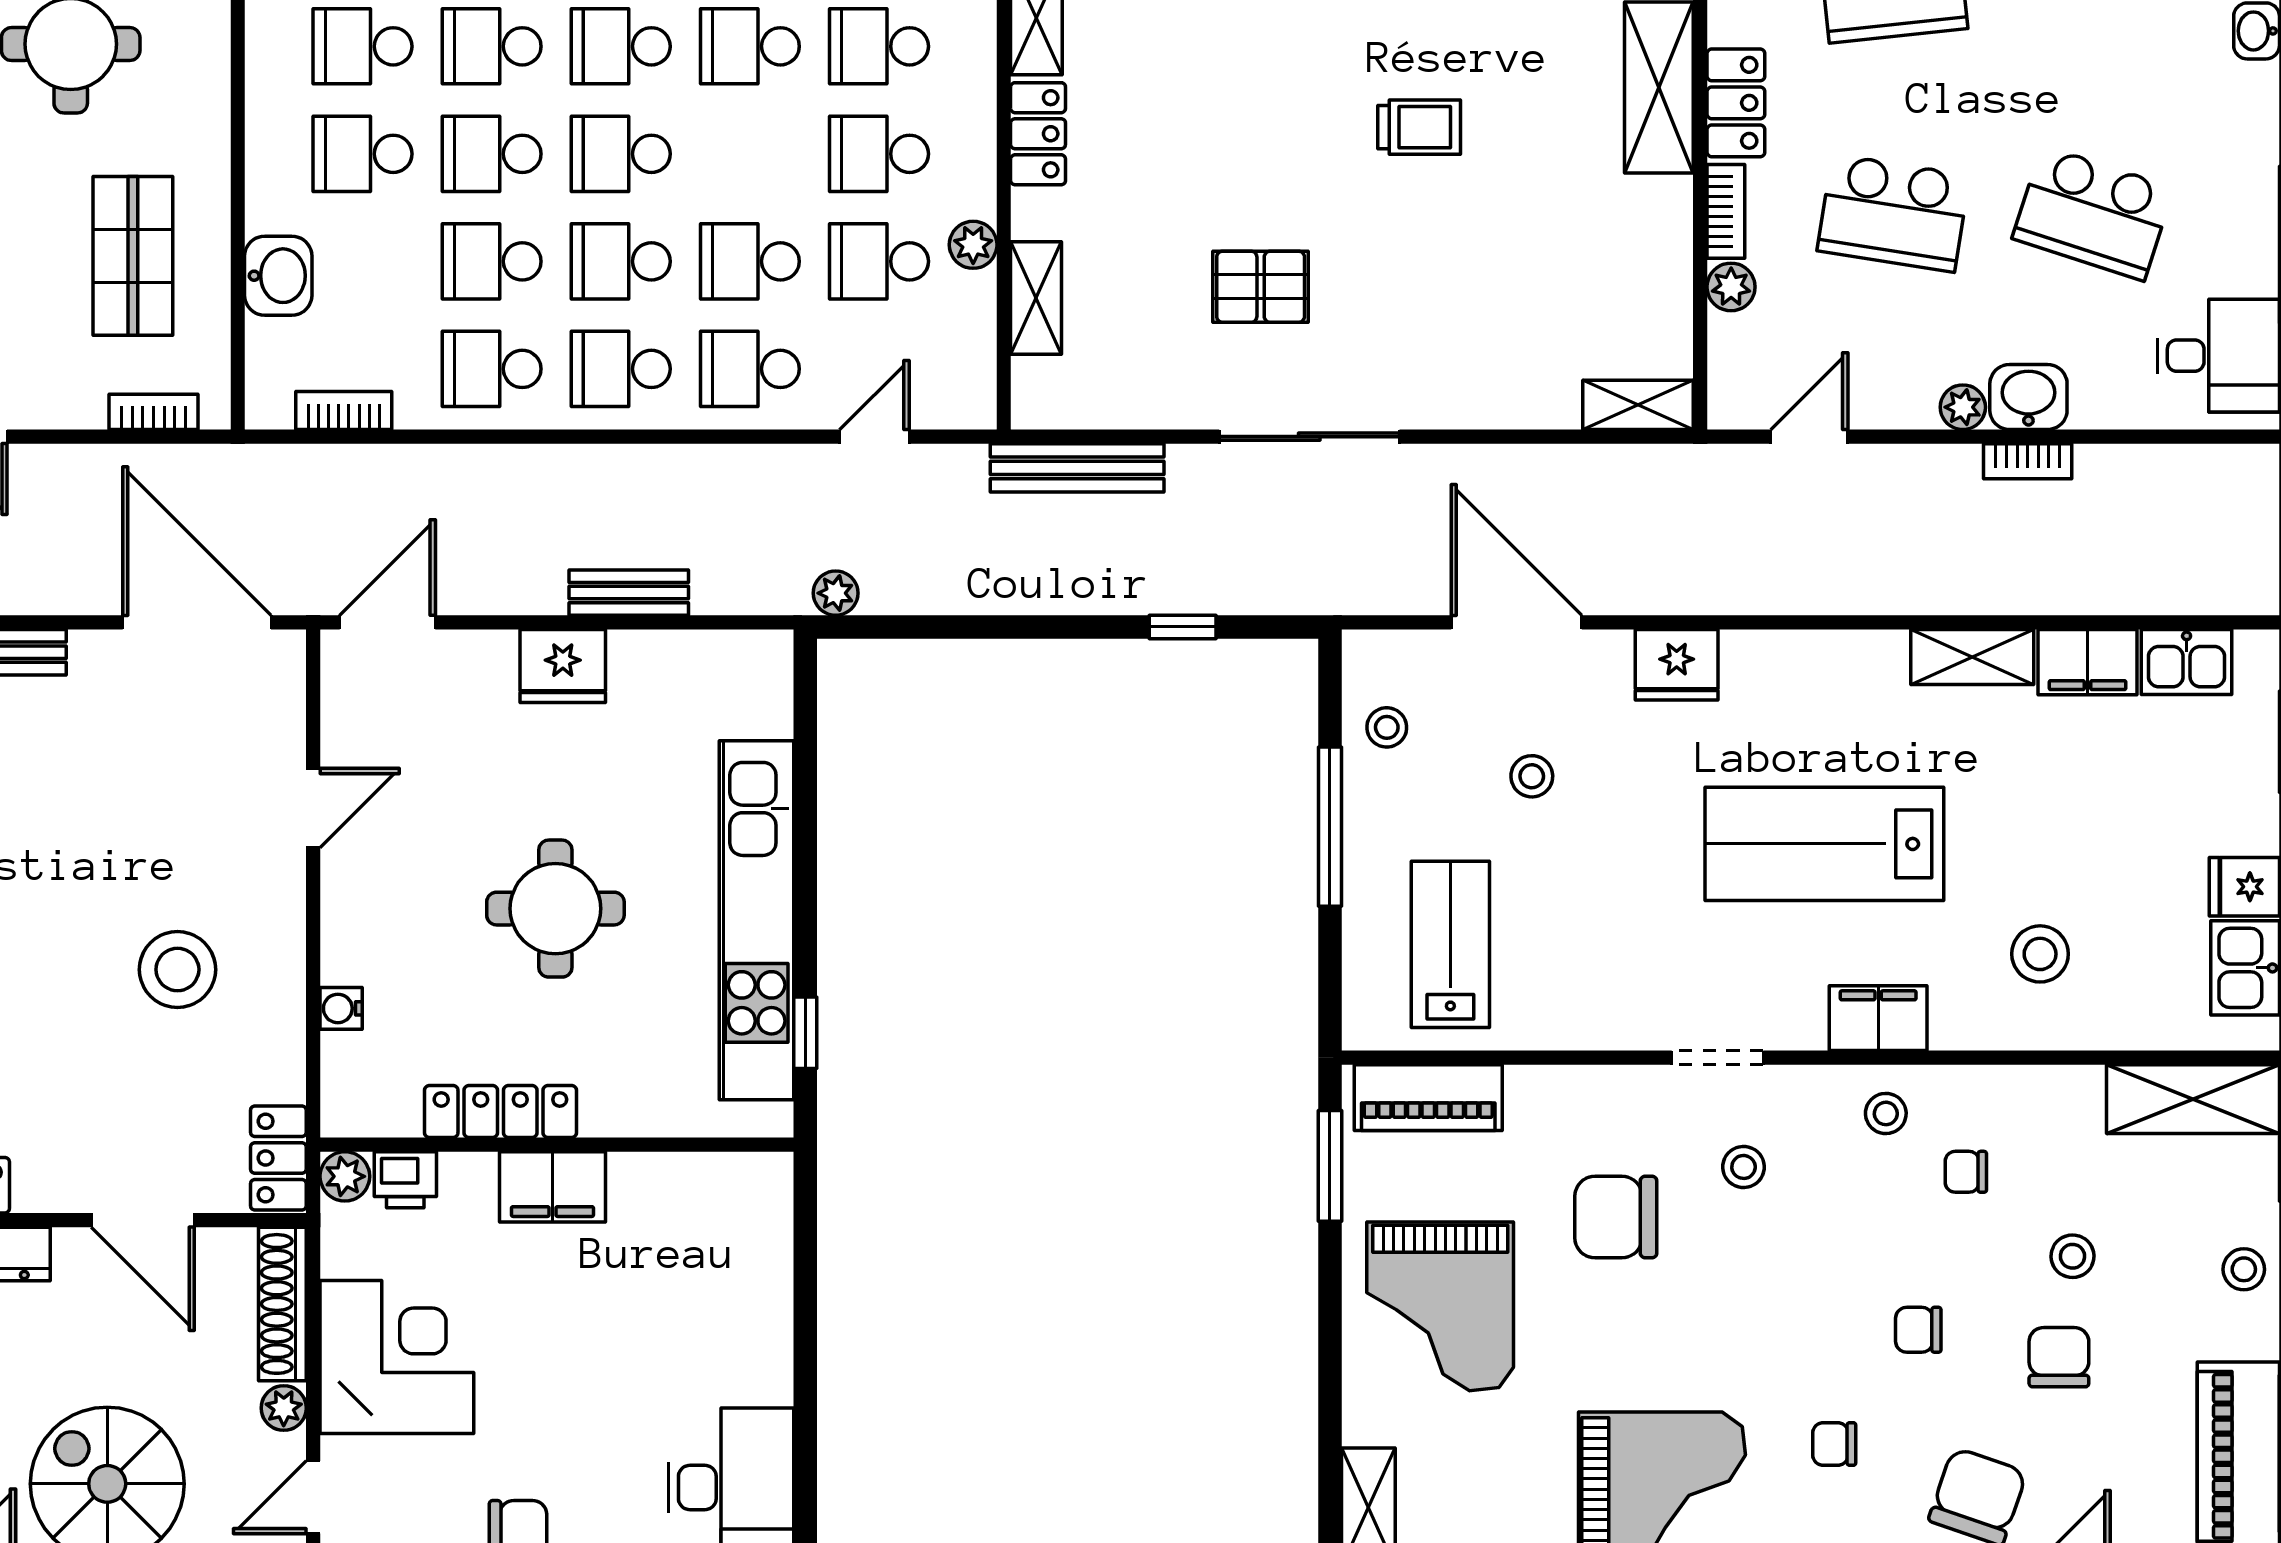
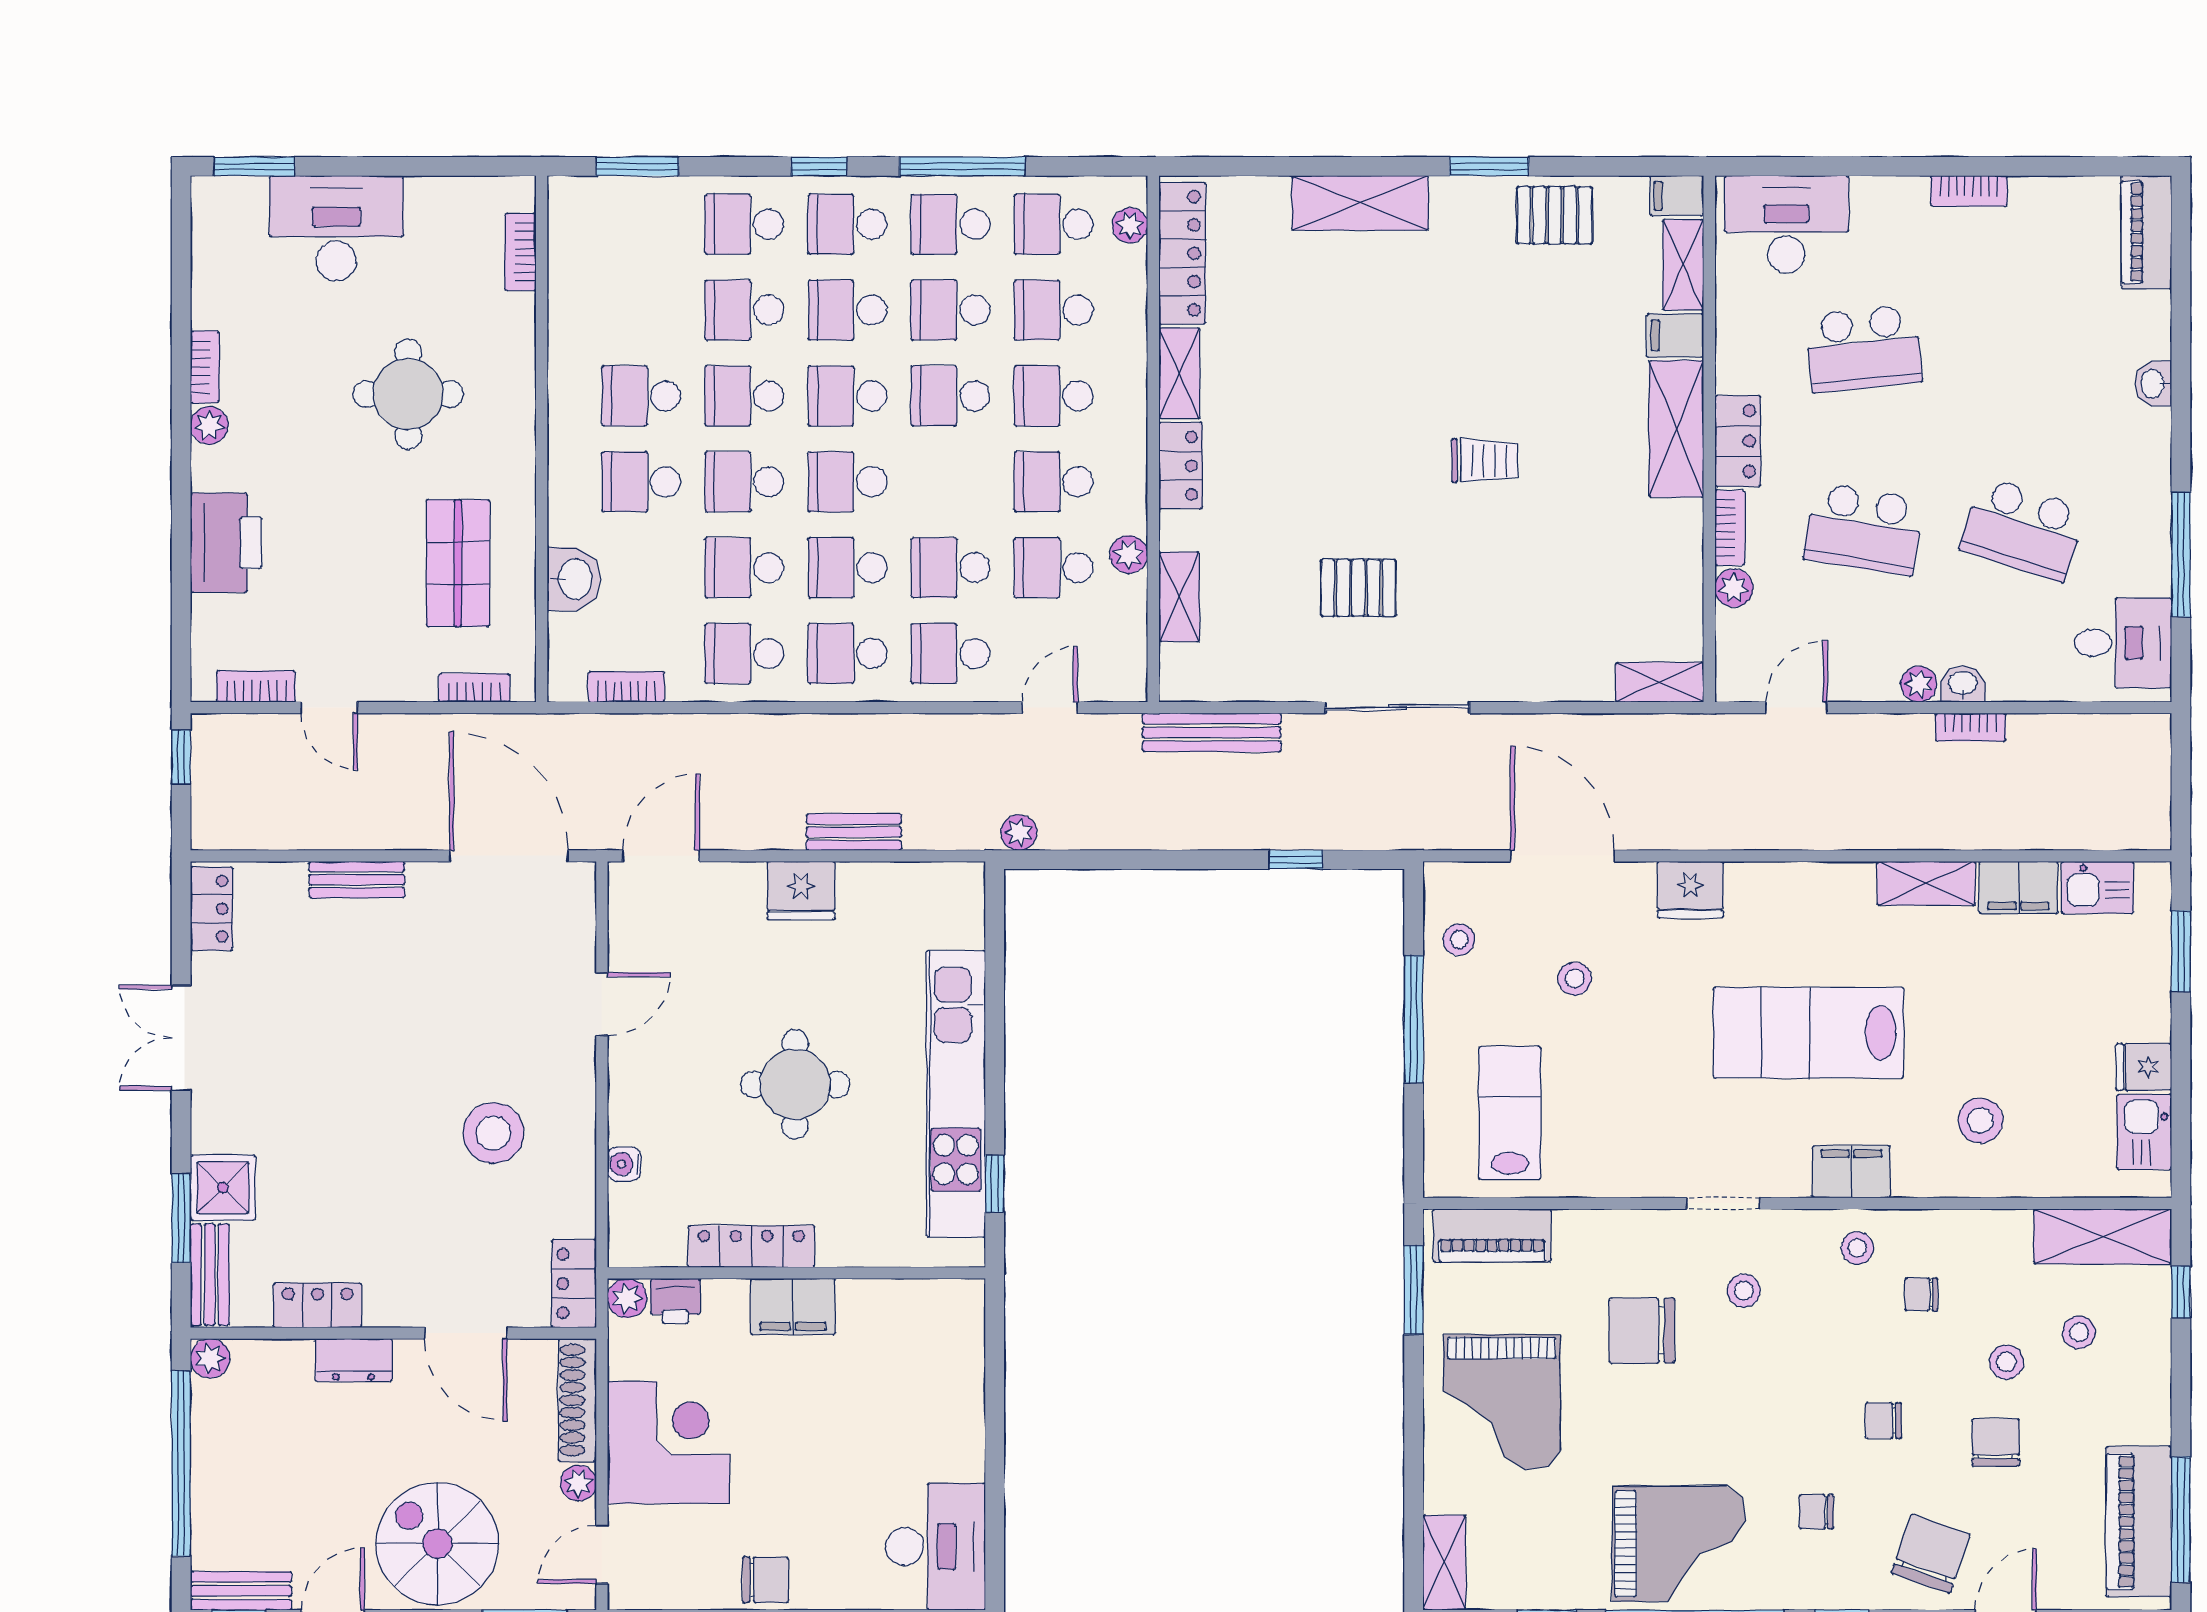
washbasin: (2028, 397) -> (1963, 684), width x0.72, depth x0.69
stool: (2244, 1269) -> (2079, 1332), moved

